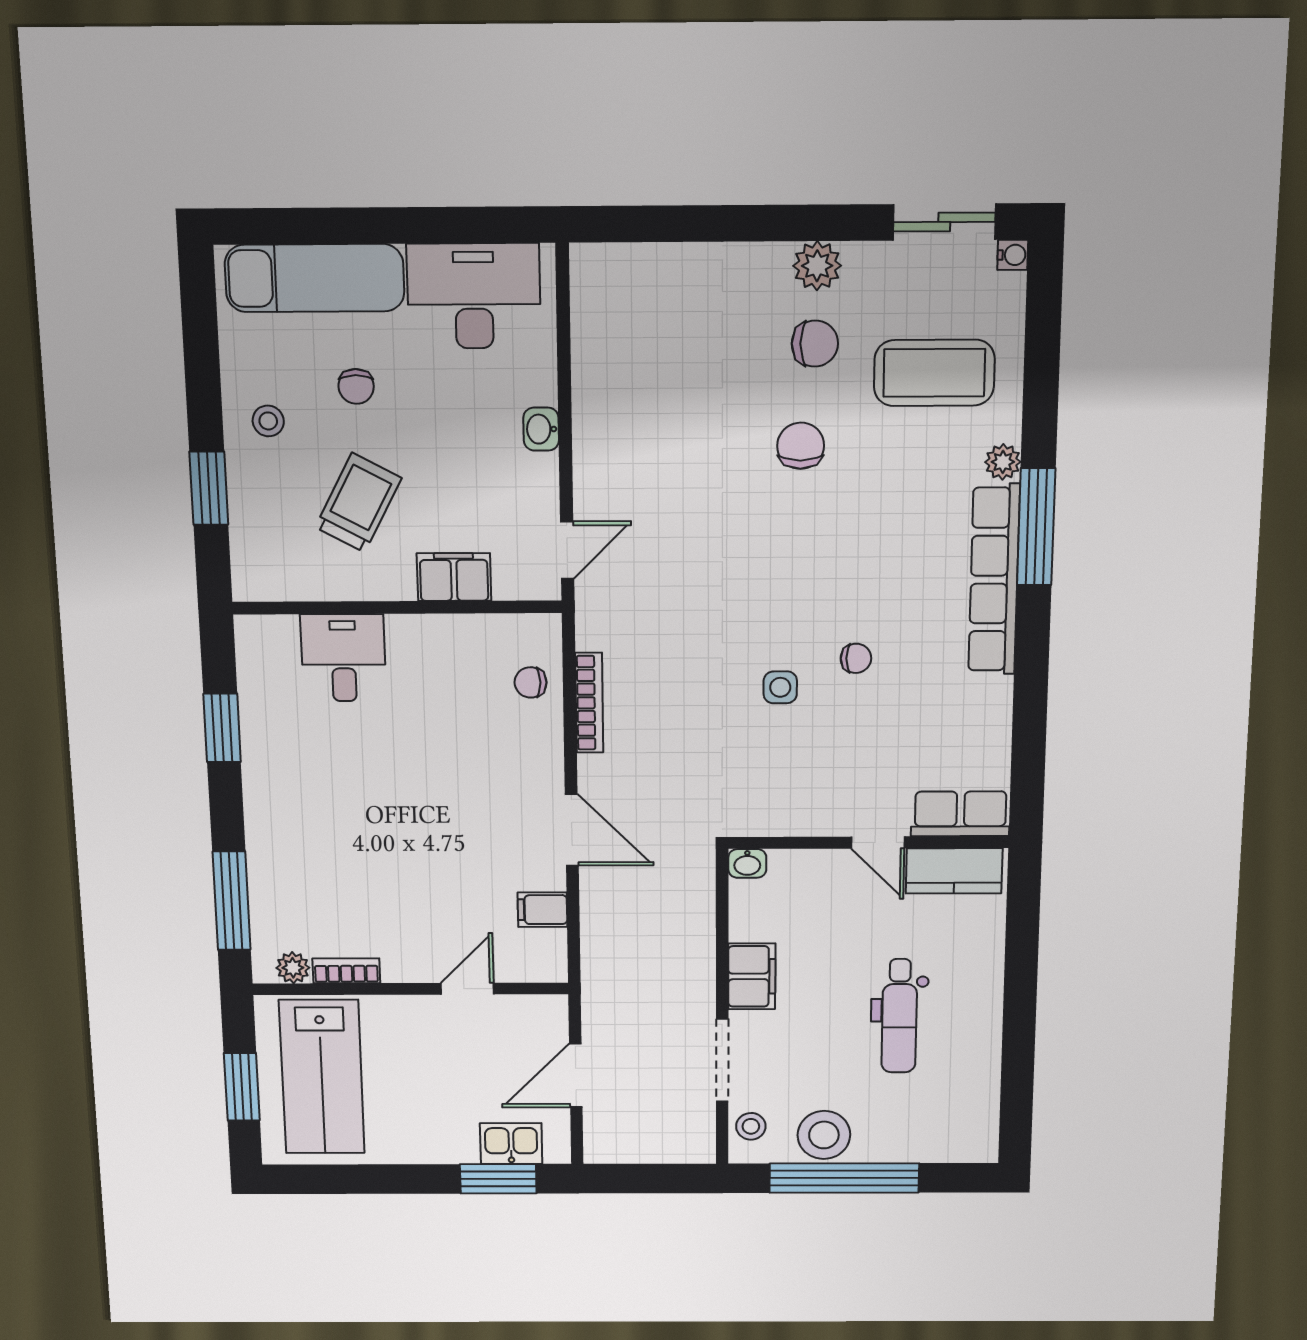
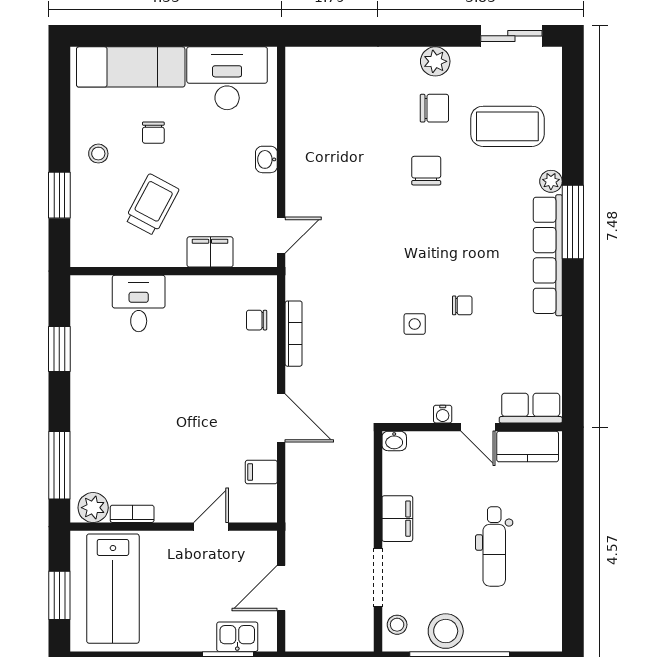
water cooler: (1013, 255) -> (443, 414), moved, turned 90
plant: (293, 968) -> (93, 508), width x1.38, depth x1.38

